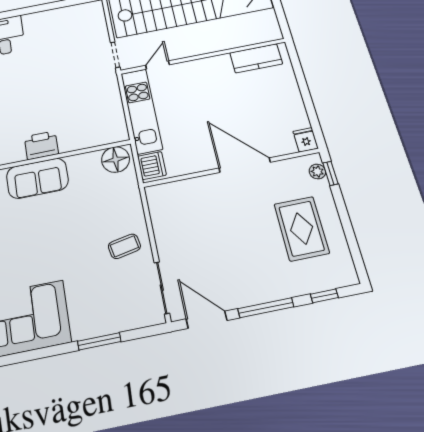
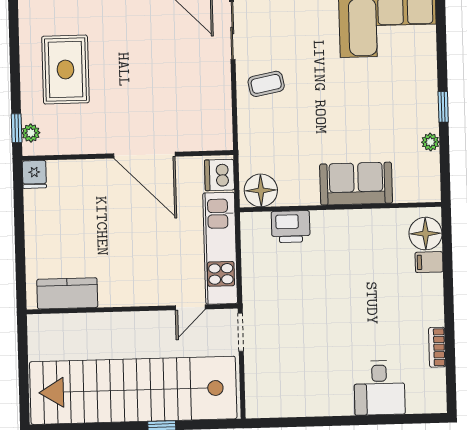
printer: (41, 145) -> (291, 227), moved
door: (245, 165) -> (144, 155), moved

